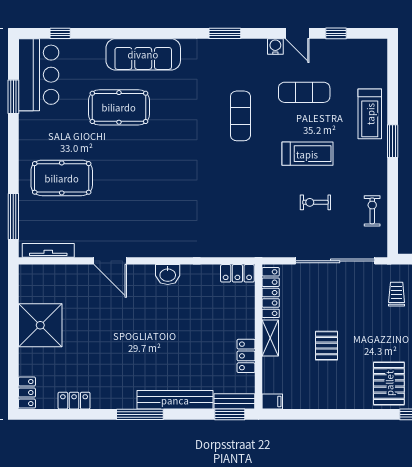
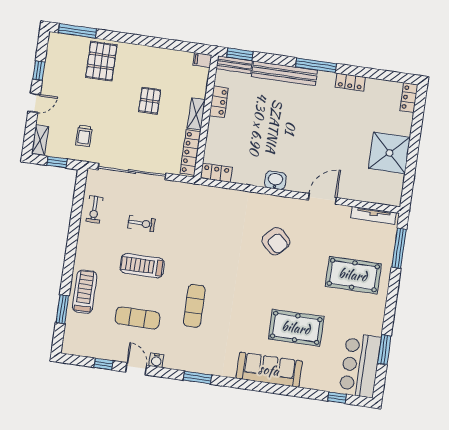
window: (393, 141) -> (62, 309), moved
armchair: (157, 204) -> (276, 241), added
door: (110, 261) -> (322, 199), hinge flipped
locker: (74, 401) -> (350, 82), moved

